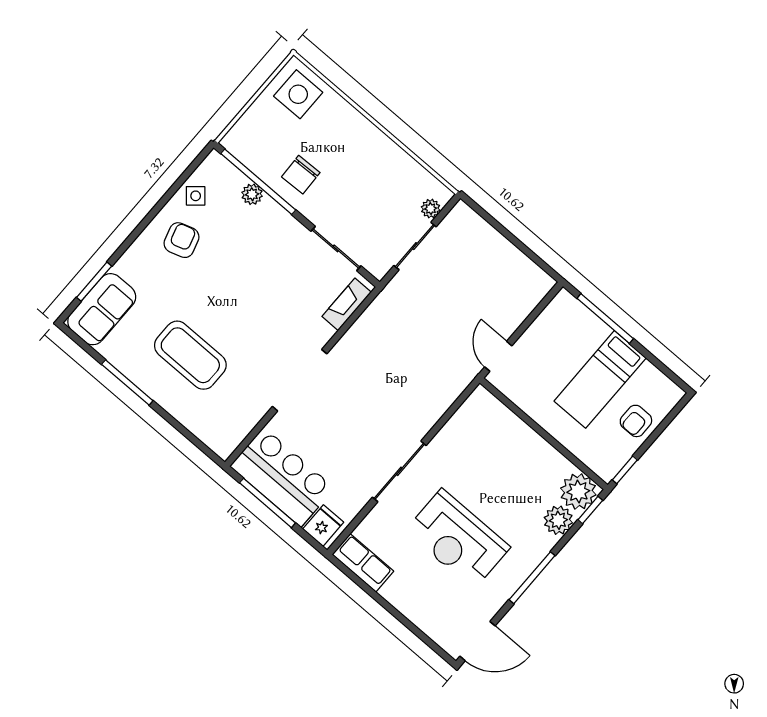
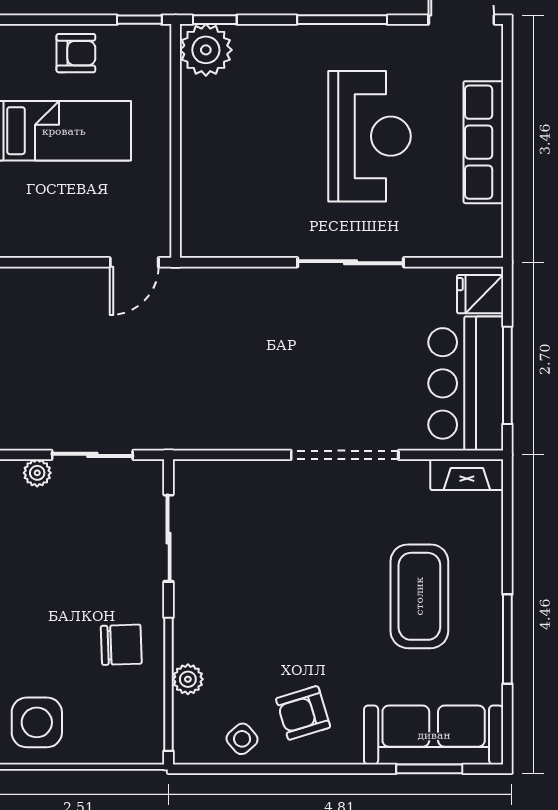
fireplace: (347, 304) -> (467, 475), moved
sofa: (102, 309) -> (434, 735), width x1.36
plant: (558, 520) -> (255, 45), removed
row of seats: (363, 563) -> (483, 142), moved, width x1.48

